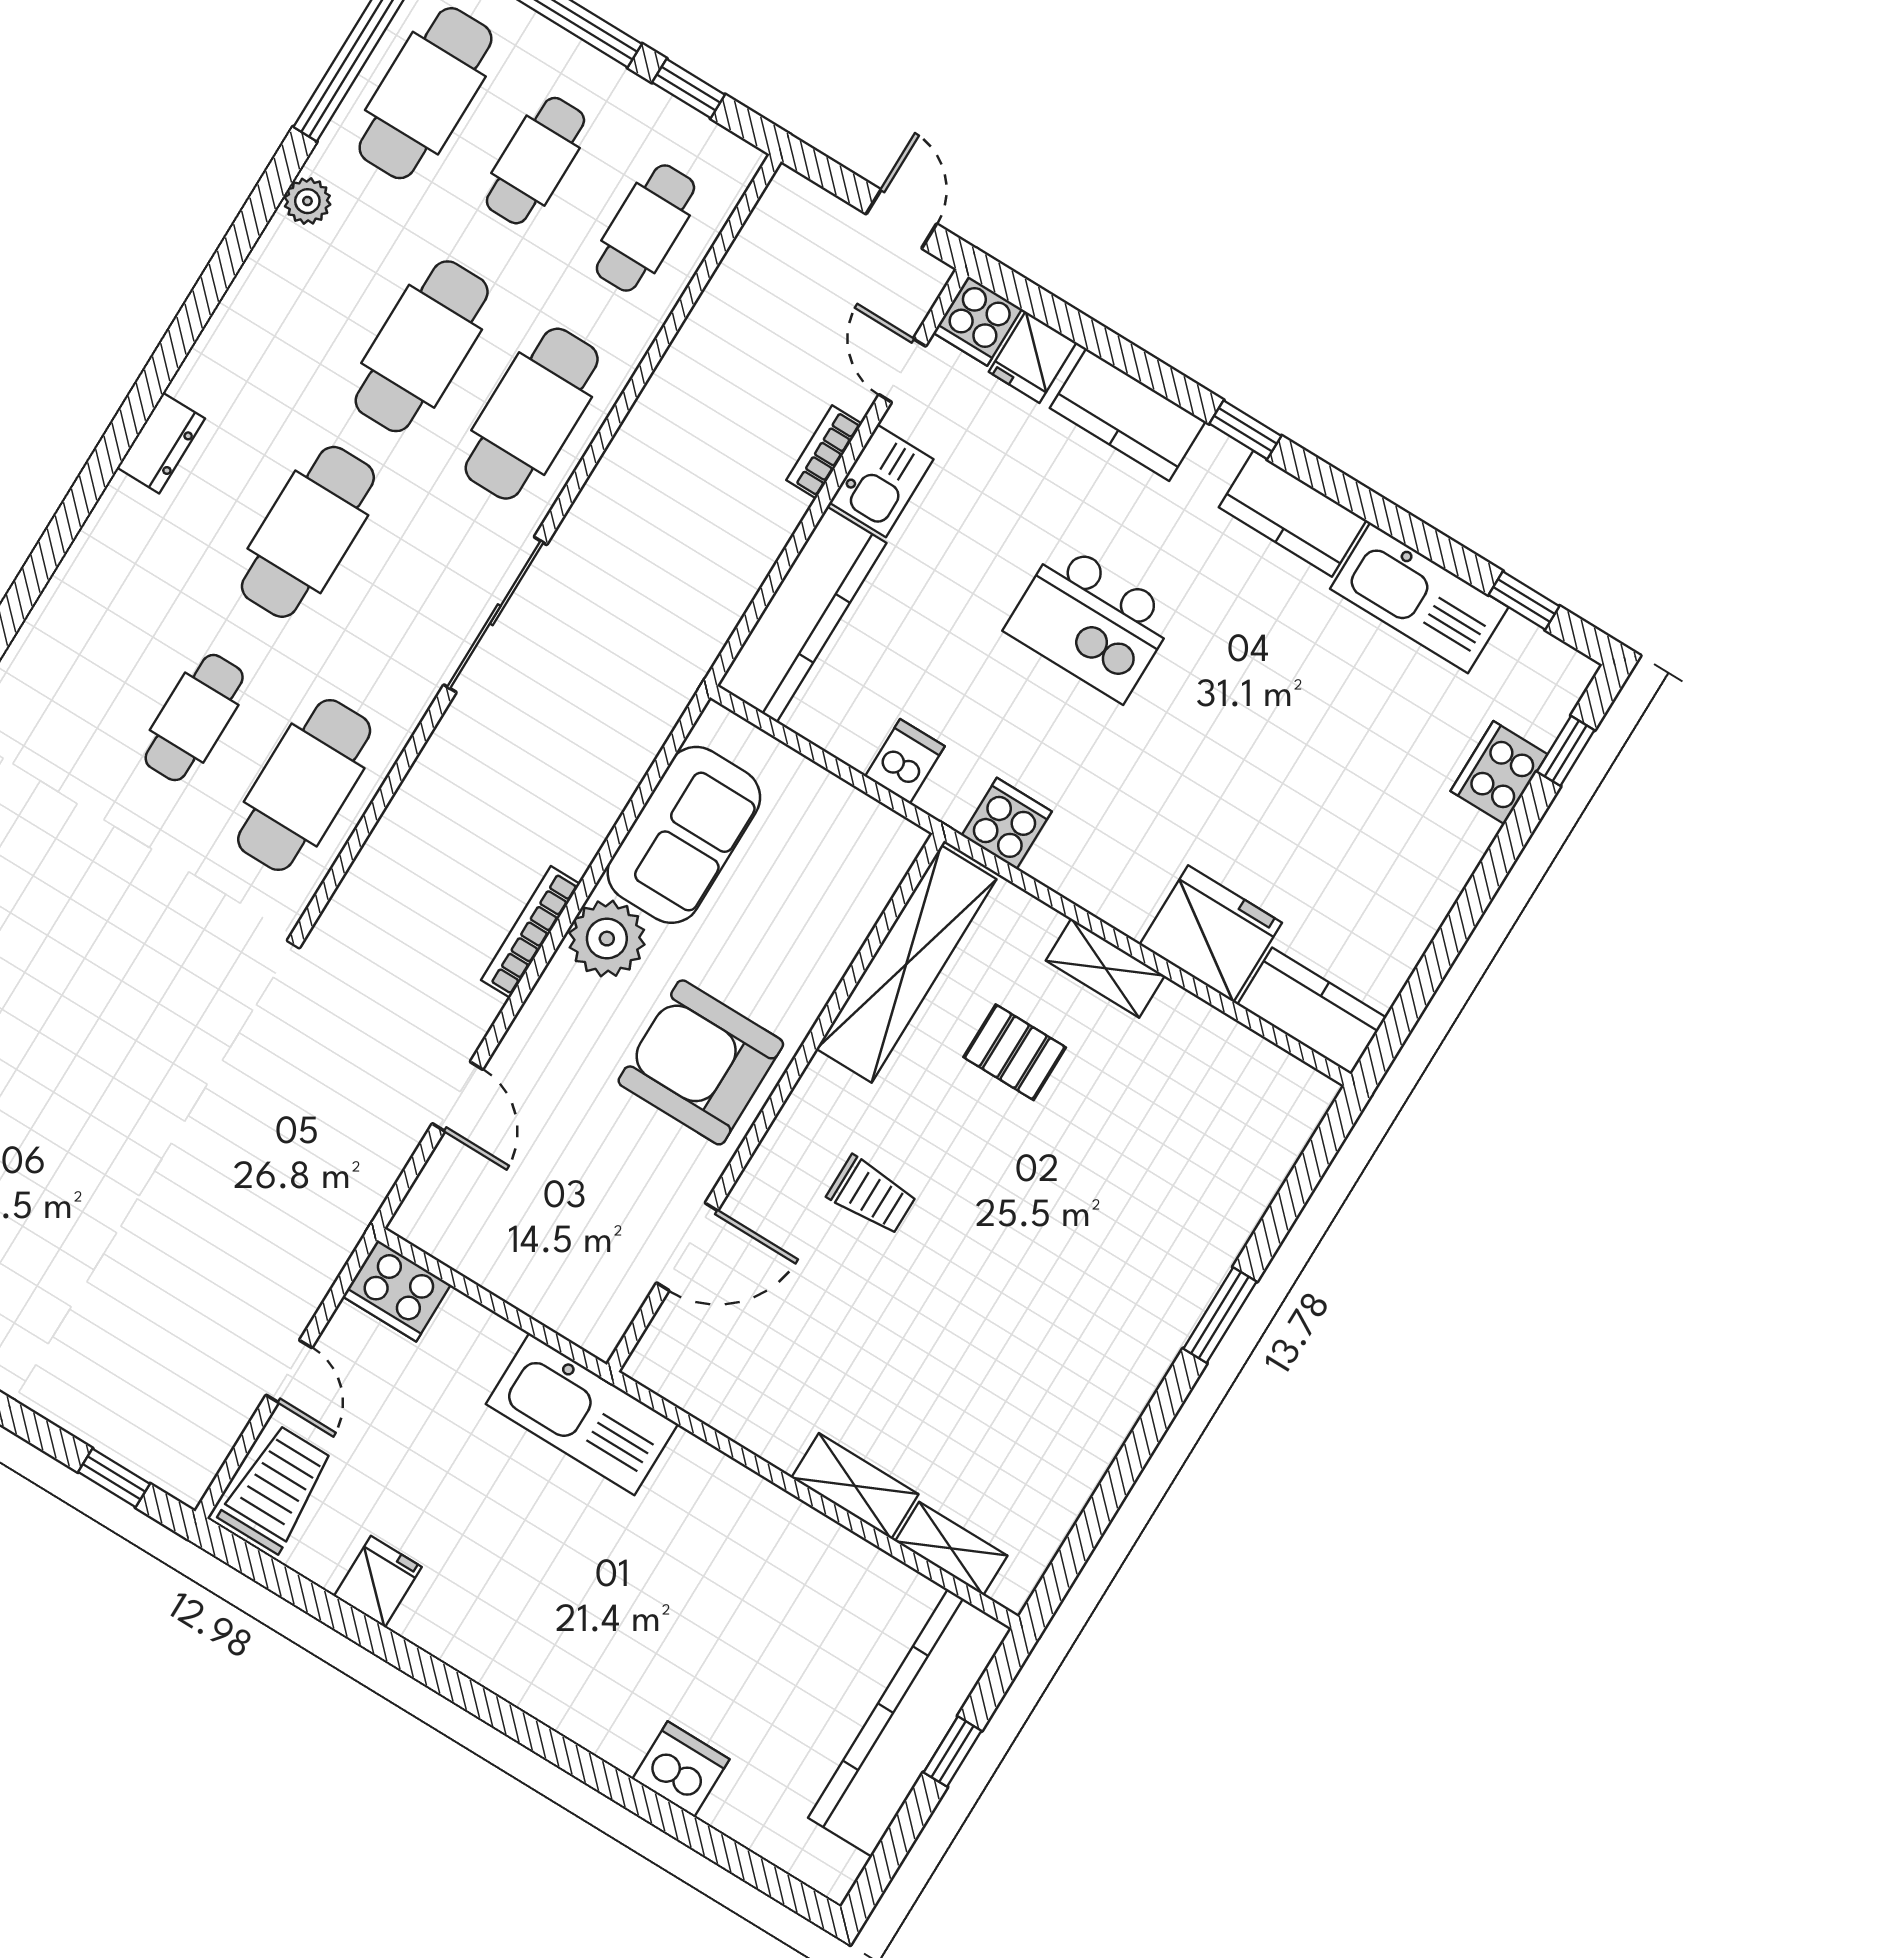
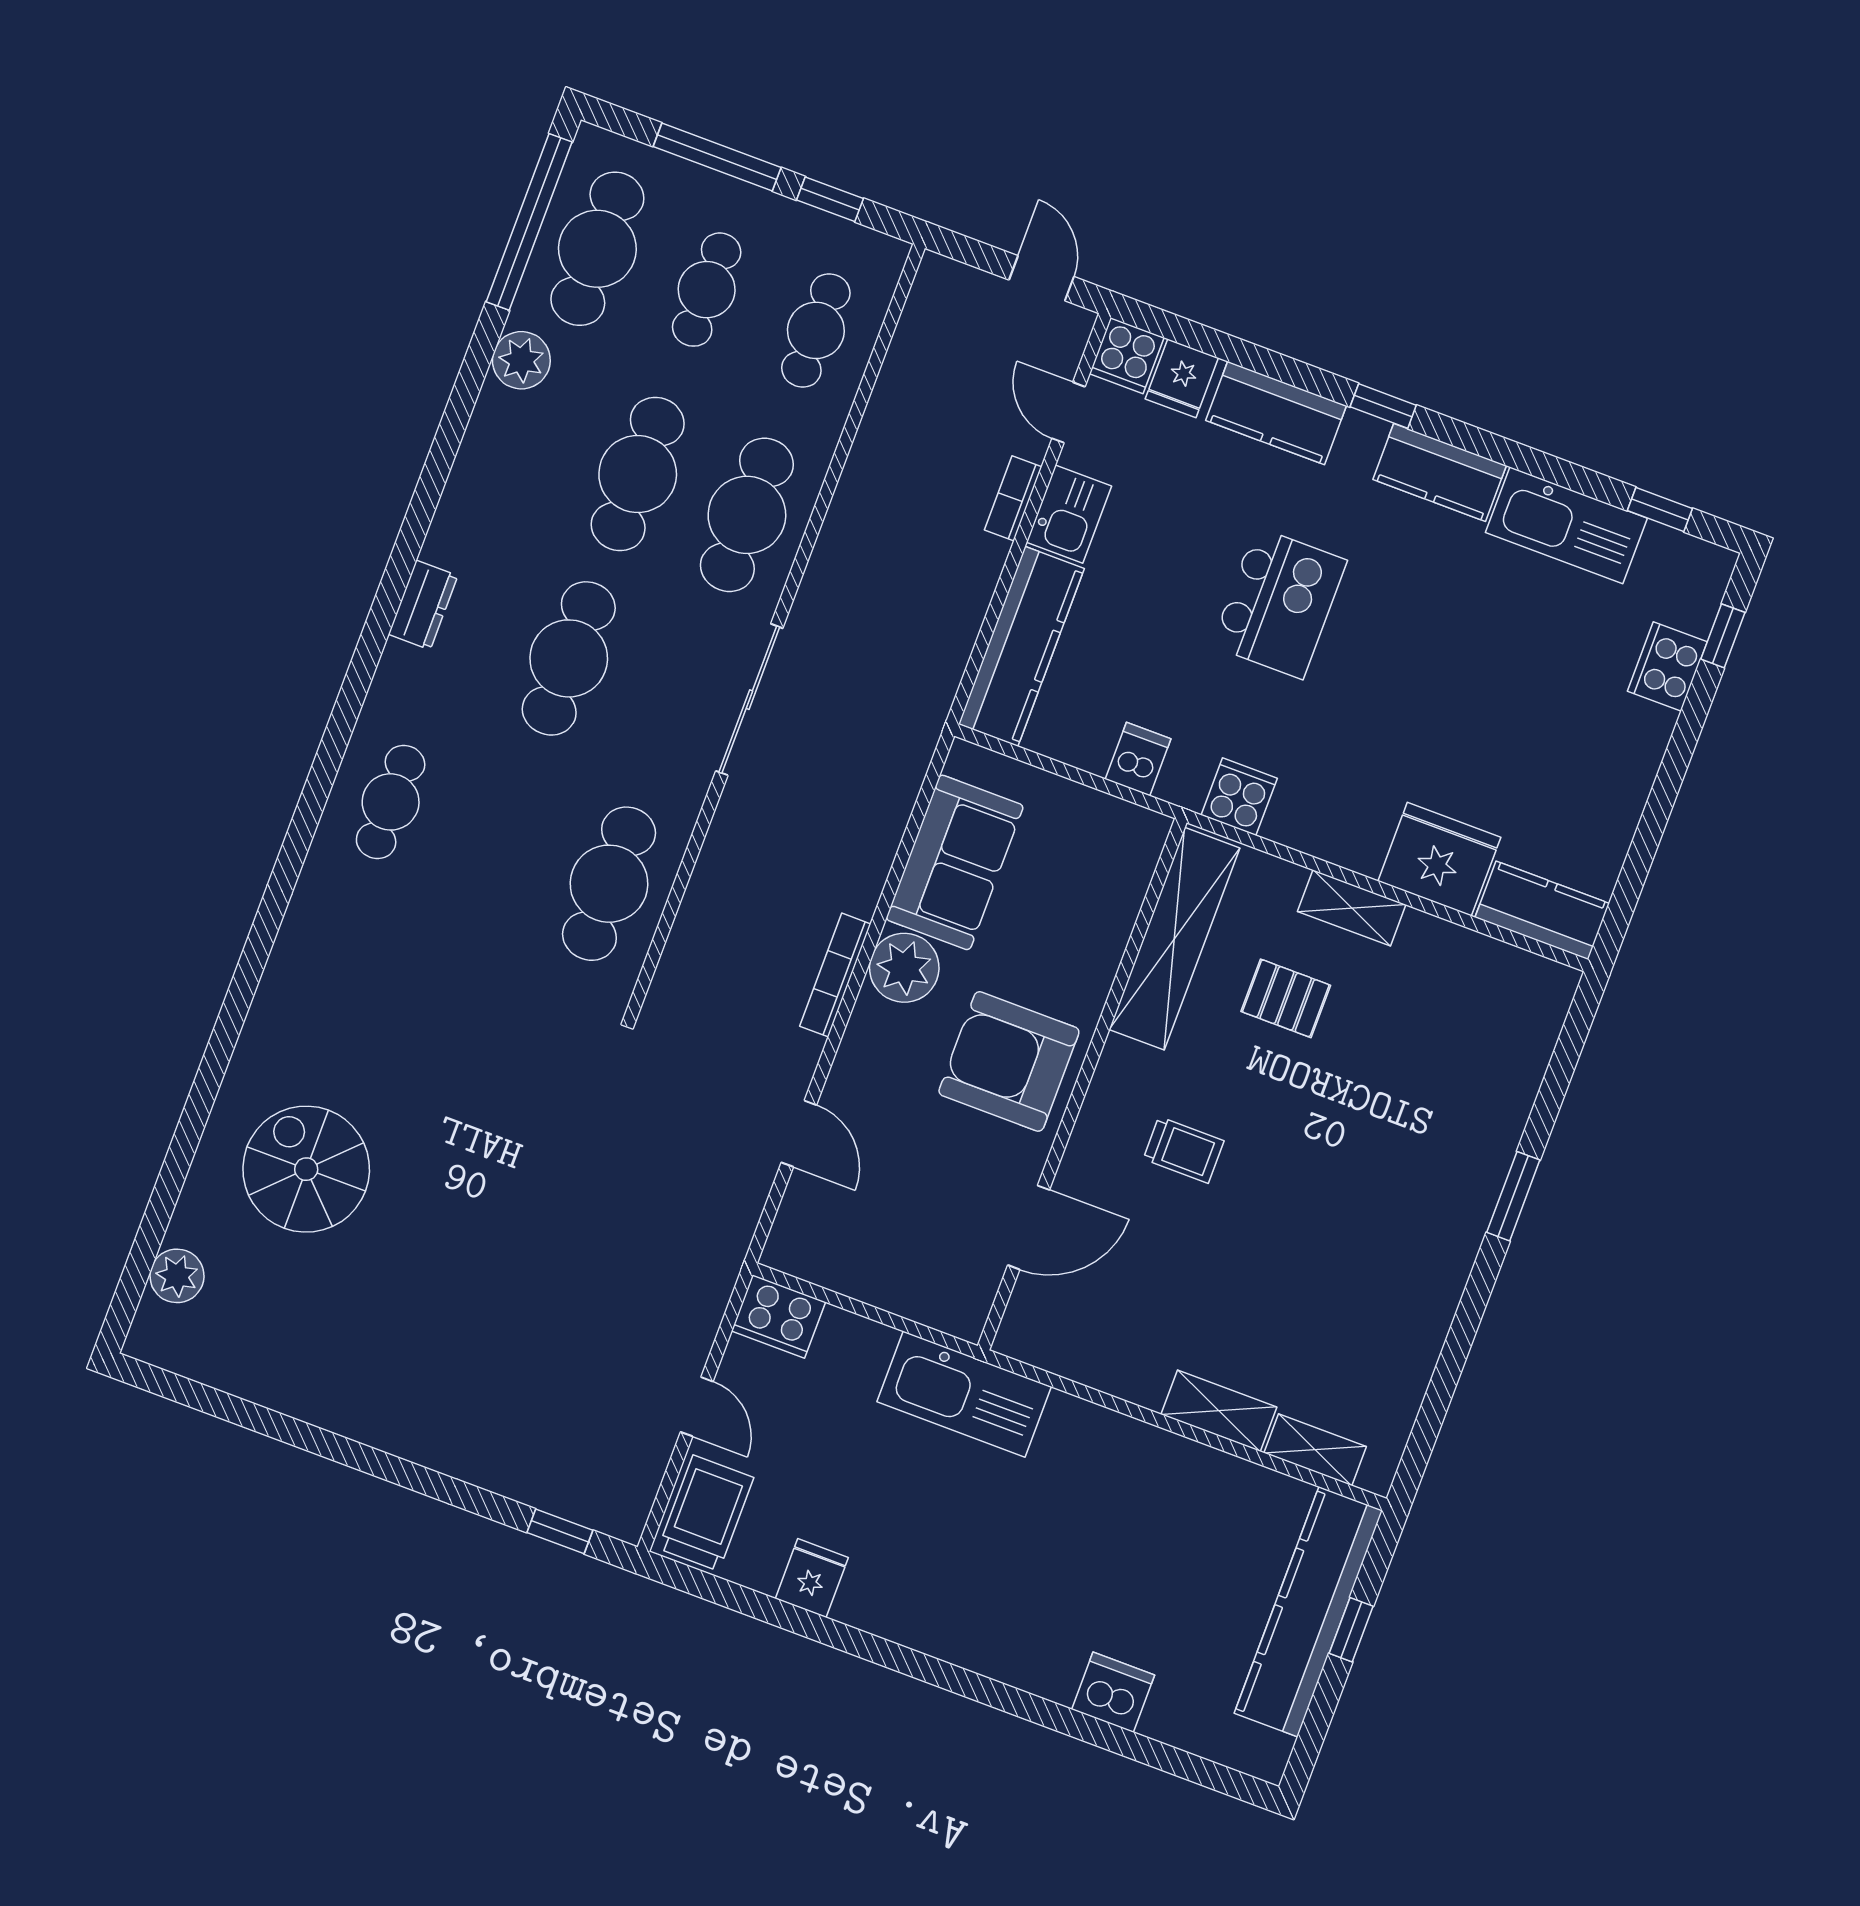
plant: (307, 201) -> (521, 360), width x1.38, depth x1.38
kitchen island: (1091, 622) -> (1279, 603), turned -90
cafe table: (194, 718) -> (391, 802), moved

